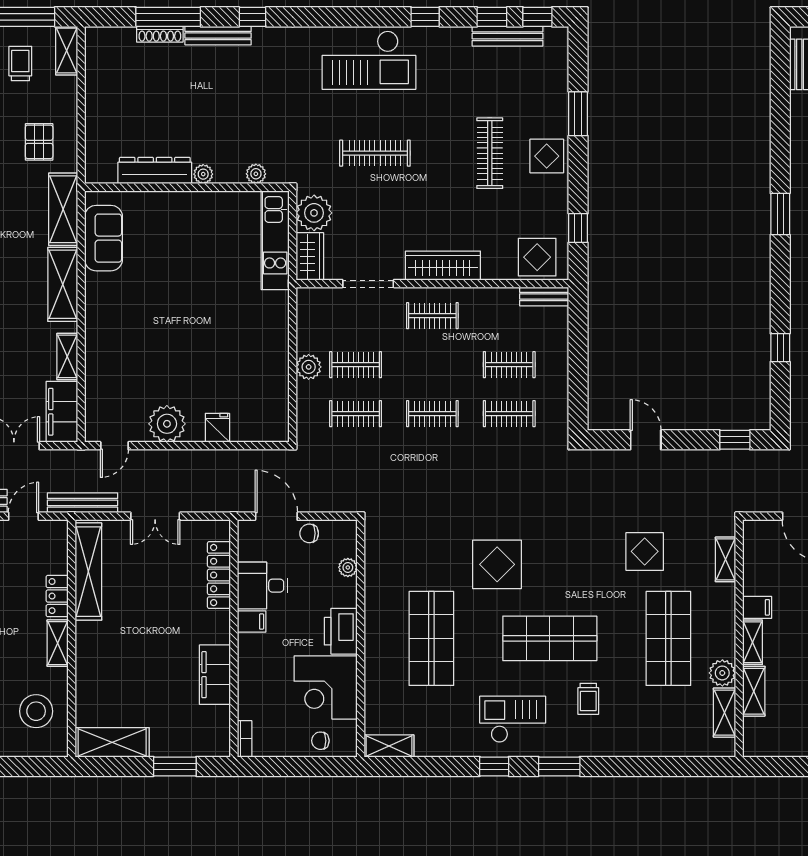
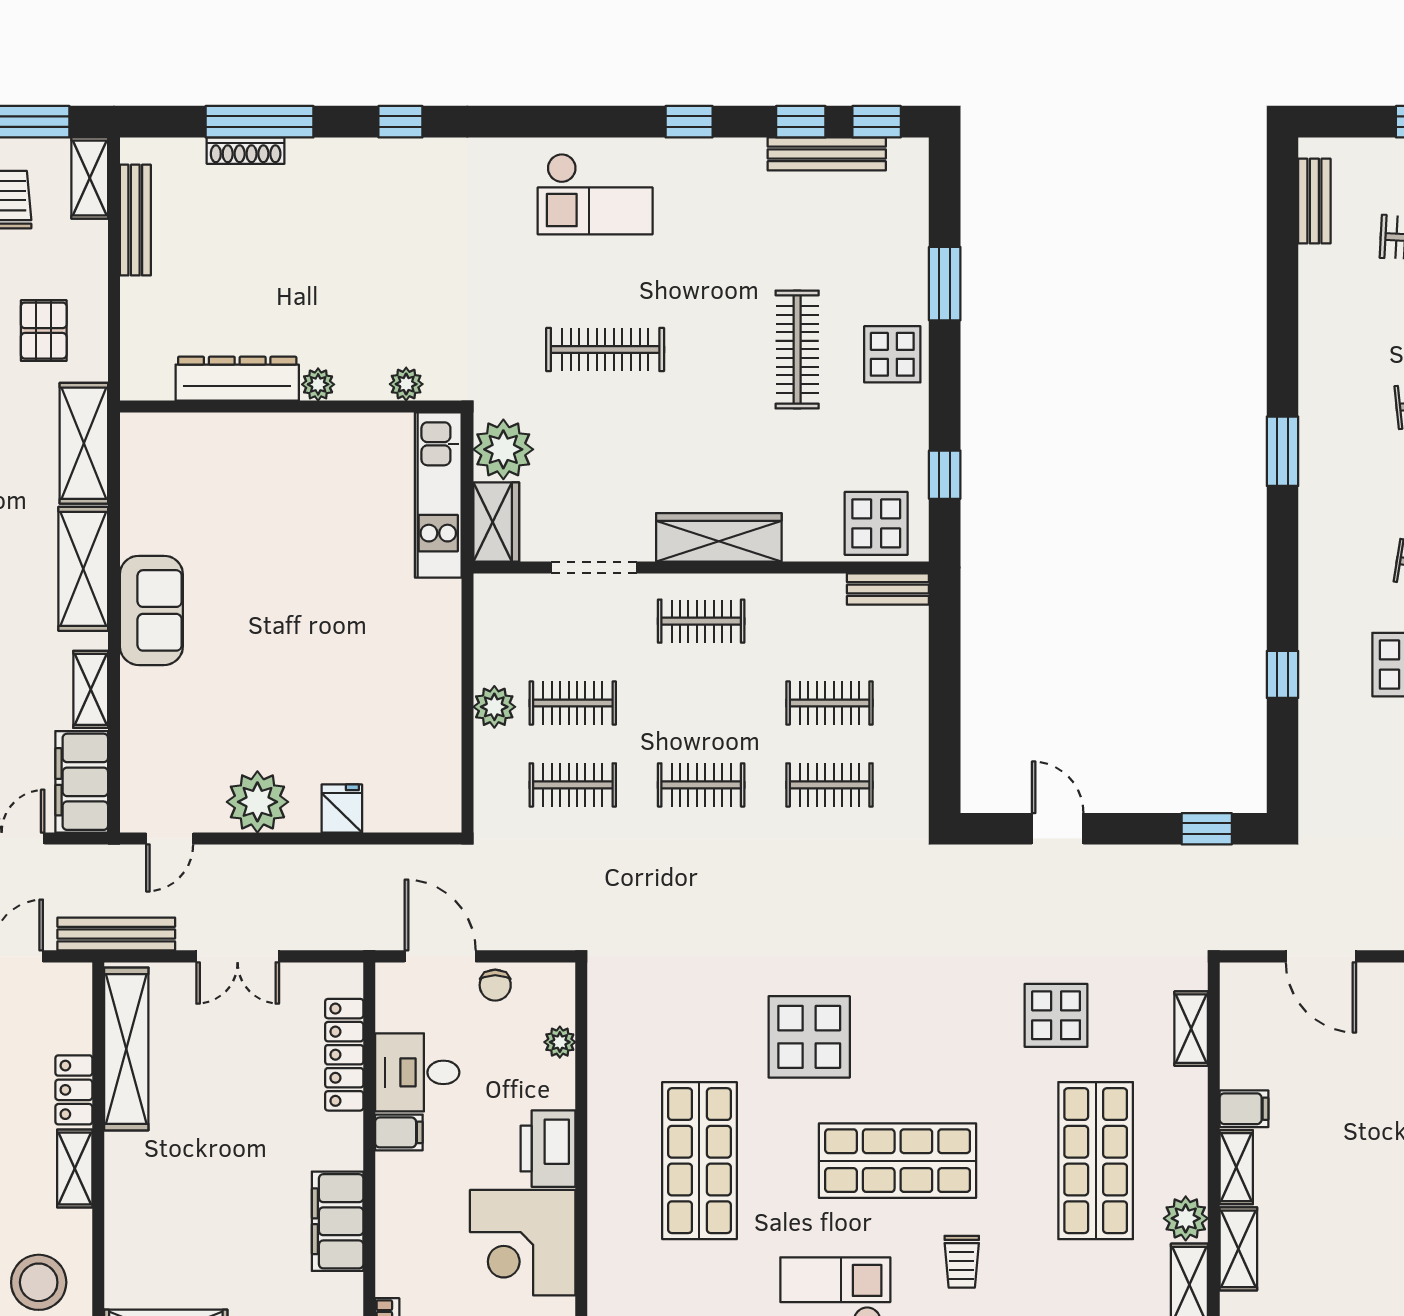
bench: (218, 36) -> (135, 220), moved, turned 90
checkout: (369, 60) -> (595, 194), width x0.73, depth x0.83
sofa: (104, 238) -> (151, 610), moved
chair: (309, 533) -> (495, 985), turned -90

